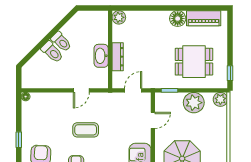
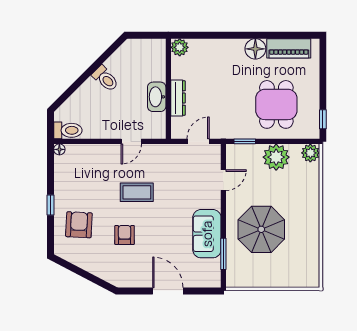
toilet: (52, 52) -> (68, 130), moved, turned -45
dining table: (194, 62) -> (276, 104), turned 90

